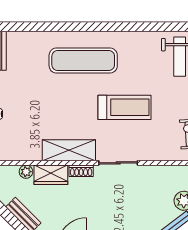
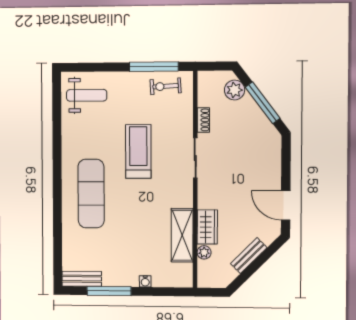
shelving: (69, 150) -> (182, 235), moved
shoe rack: (81, 171) -> (203, 120), moved

